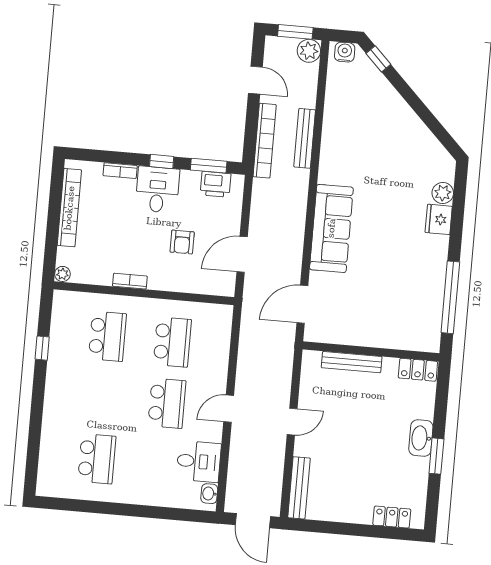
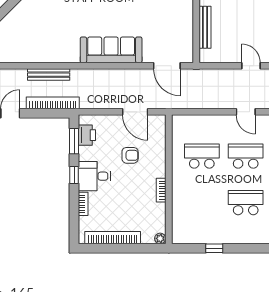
school desk: (107, 336) -> (246, 203), moved

